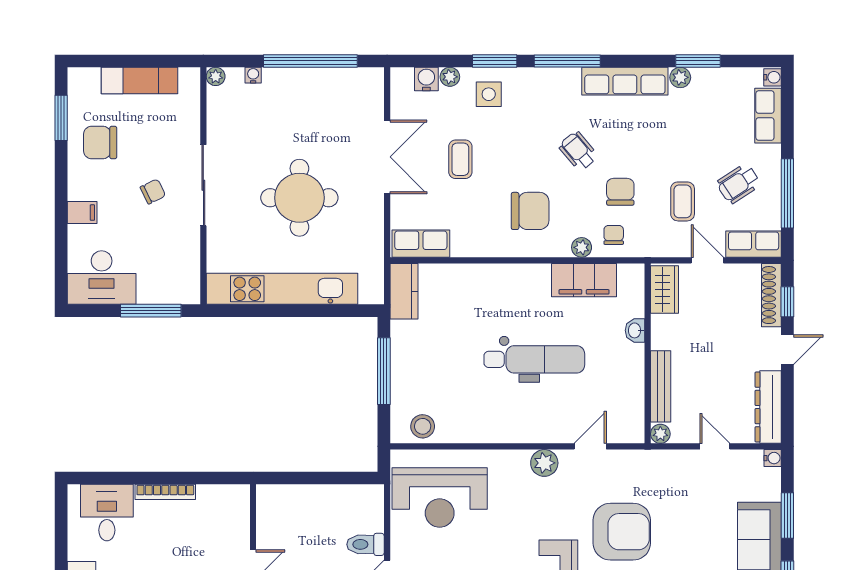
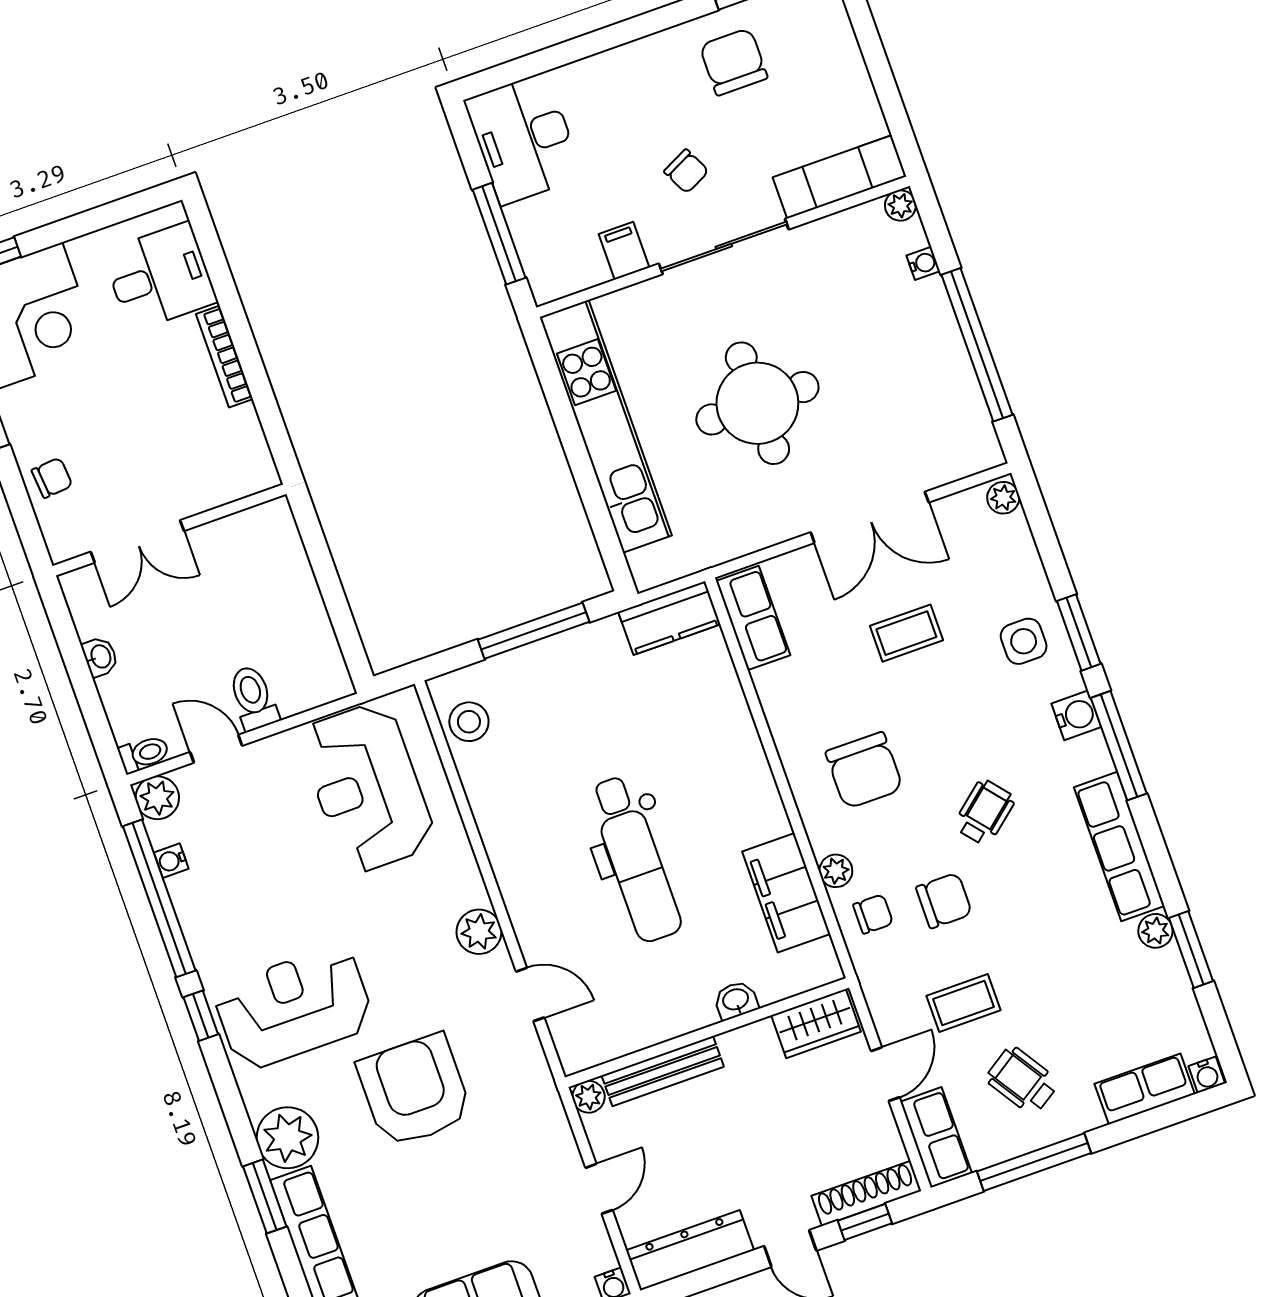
plant: (450, 77) -> (1003, 498), moved
water cooler: (426, 79) -> (1076, 715), moved
exam couch: (140, 80) -> (839, 177), moved, turned 90
filing cabinet: (82, 213) -> (624, 251), moved, turned 180
armchair: (622, 532) -> (415, 1091), turned 180

